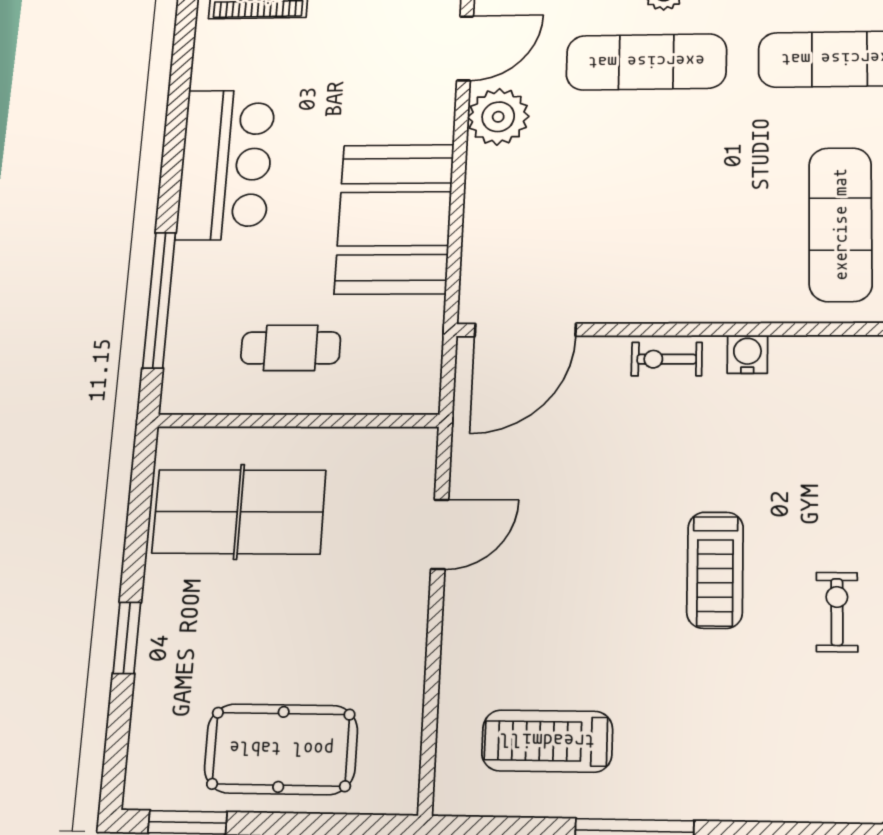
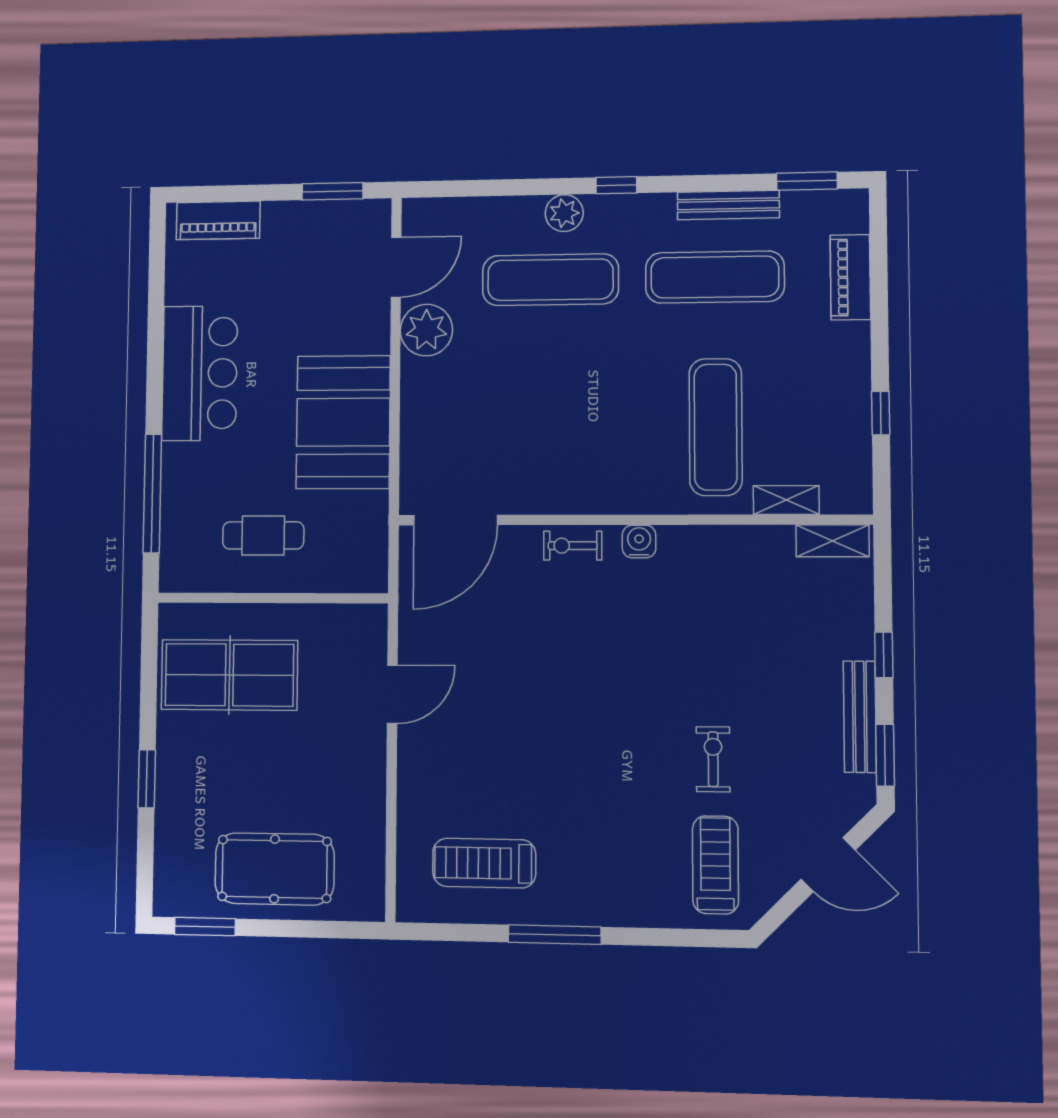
treadmill: (715, 570) -> (715, 865), moved, turned 180

